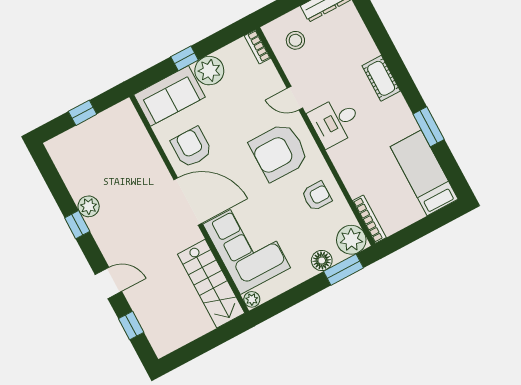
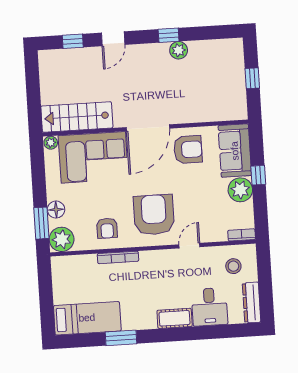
desk: (335, 121) -> (210, 307), moved, turned 180
bookcase: (369, 219) -> (118, 257), moved

